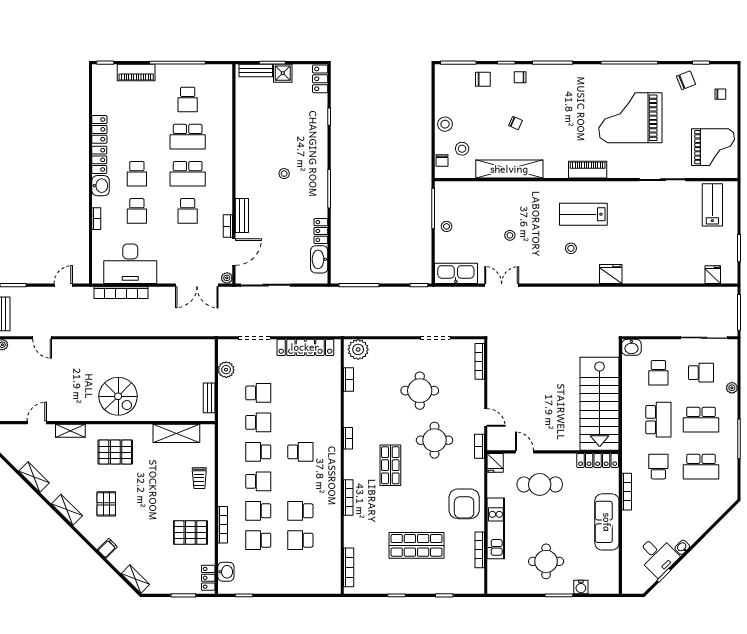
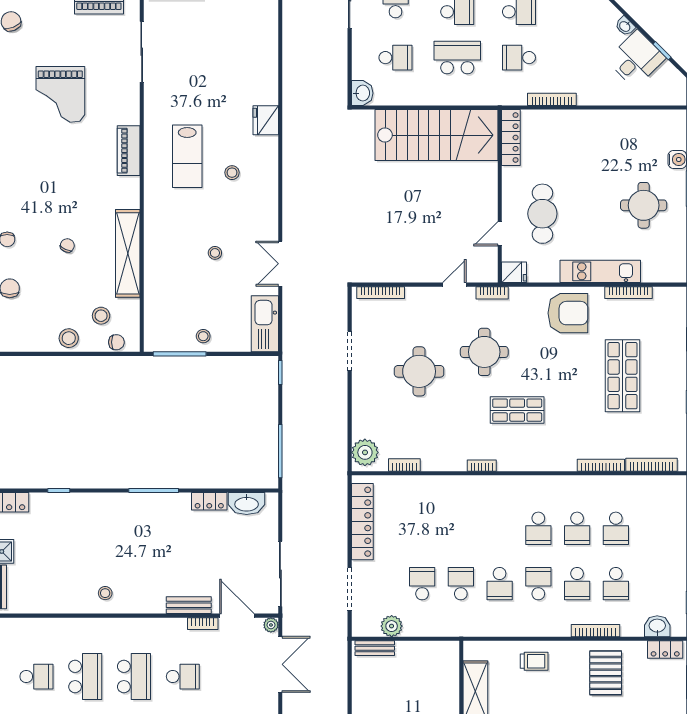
grand piano: (630, 118) -> (60, 94), width x0.73, depth x0.68
stool: (284, 174) -> (105, 593), moved
bench: (209, 398) -> (375, 648), moved
school desk: (300, 452) -> (538, 528), moved, turned 180
bookcase: (348, 498) -> (601, 465), moved
sofa: (607, 522) -> (592, 125), removed

